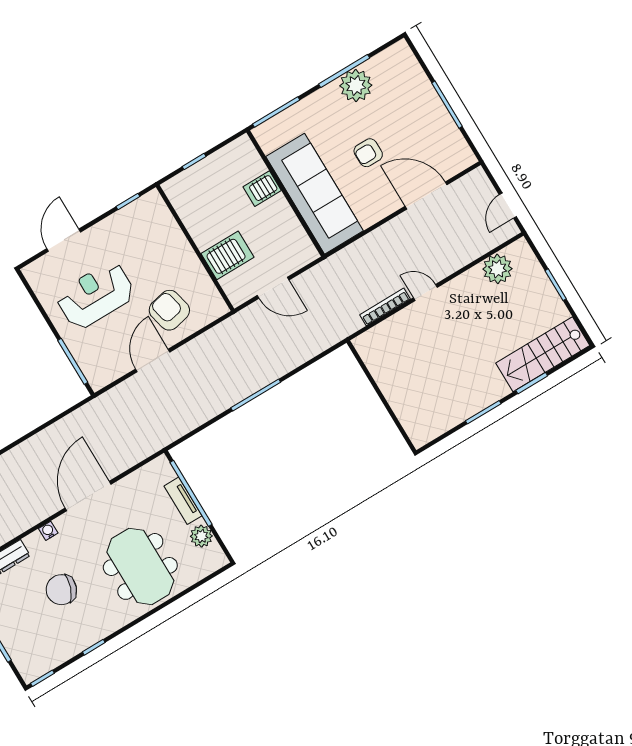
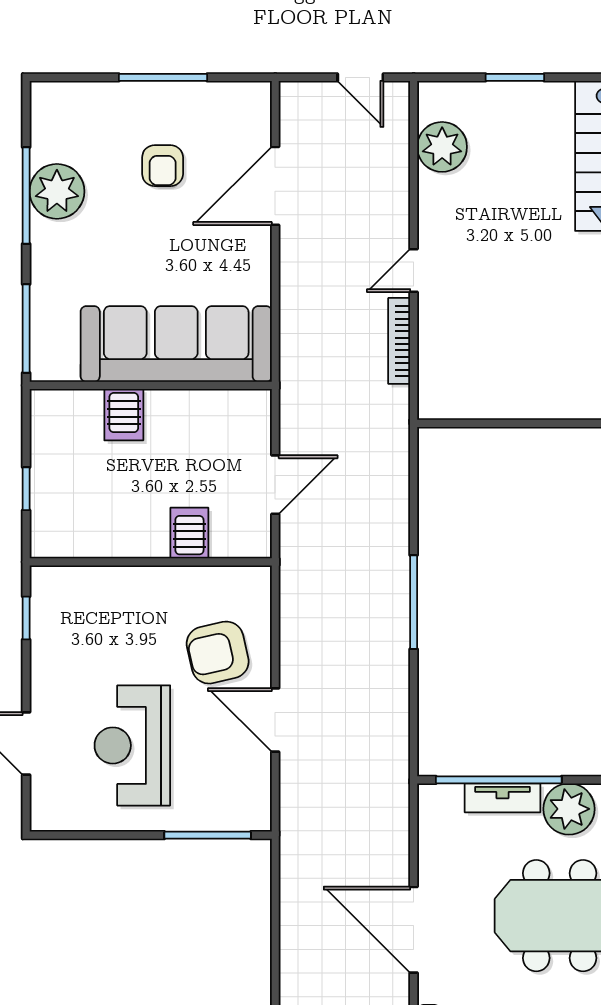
armchair: (368, 153) -> (163, 166), moved
server rack: (228, 255) -> (189, 533), width x0.73, depth x0.70
plant: (201, 536) -> (569, 809), width x1.36, depth x1.36

